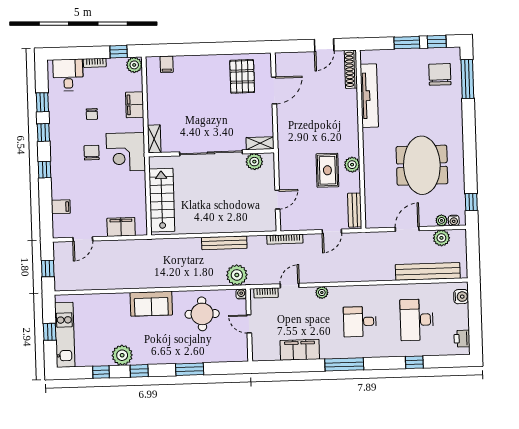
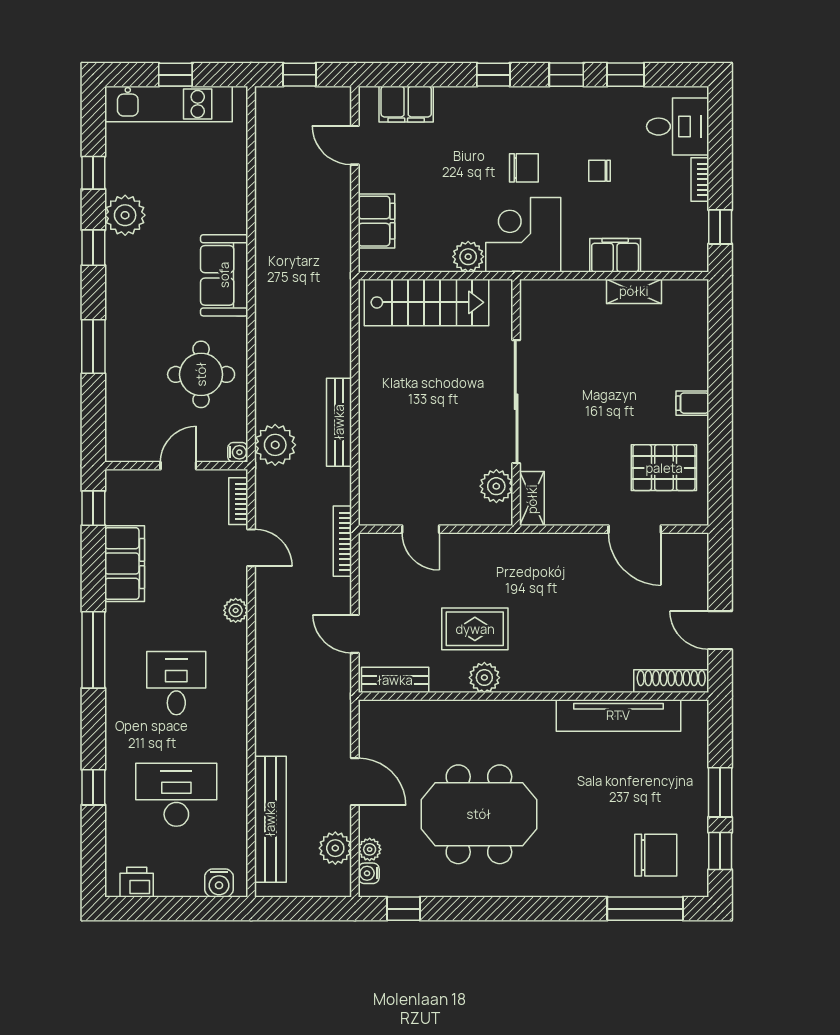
filing cabinet: (167, 64) -> (692, 403), moved
plant: (134, 65) -> (468, 257), moved
shelving: (154, 139) -> (634, 291), moved
filing cabinet: (61, 207) -> (406, 104), width x2.00
window: (272, 367) -> (93, 508), added

